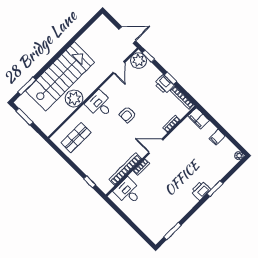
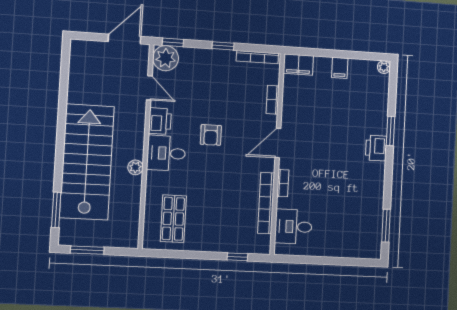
printer: (164, 84) -> (160, 121), moved, turned -90
plant: (74, 99) -> (135, 167), width x0.53, depth x0.53

